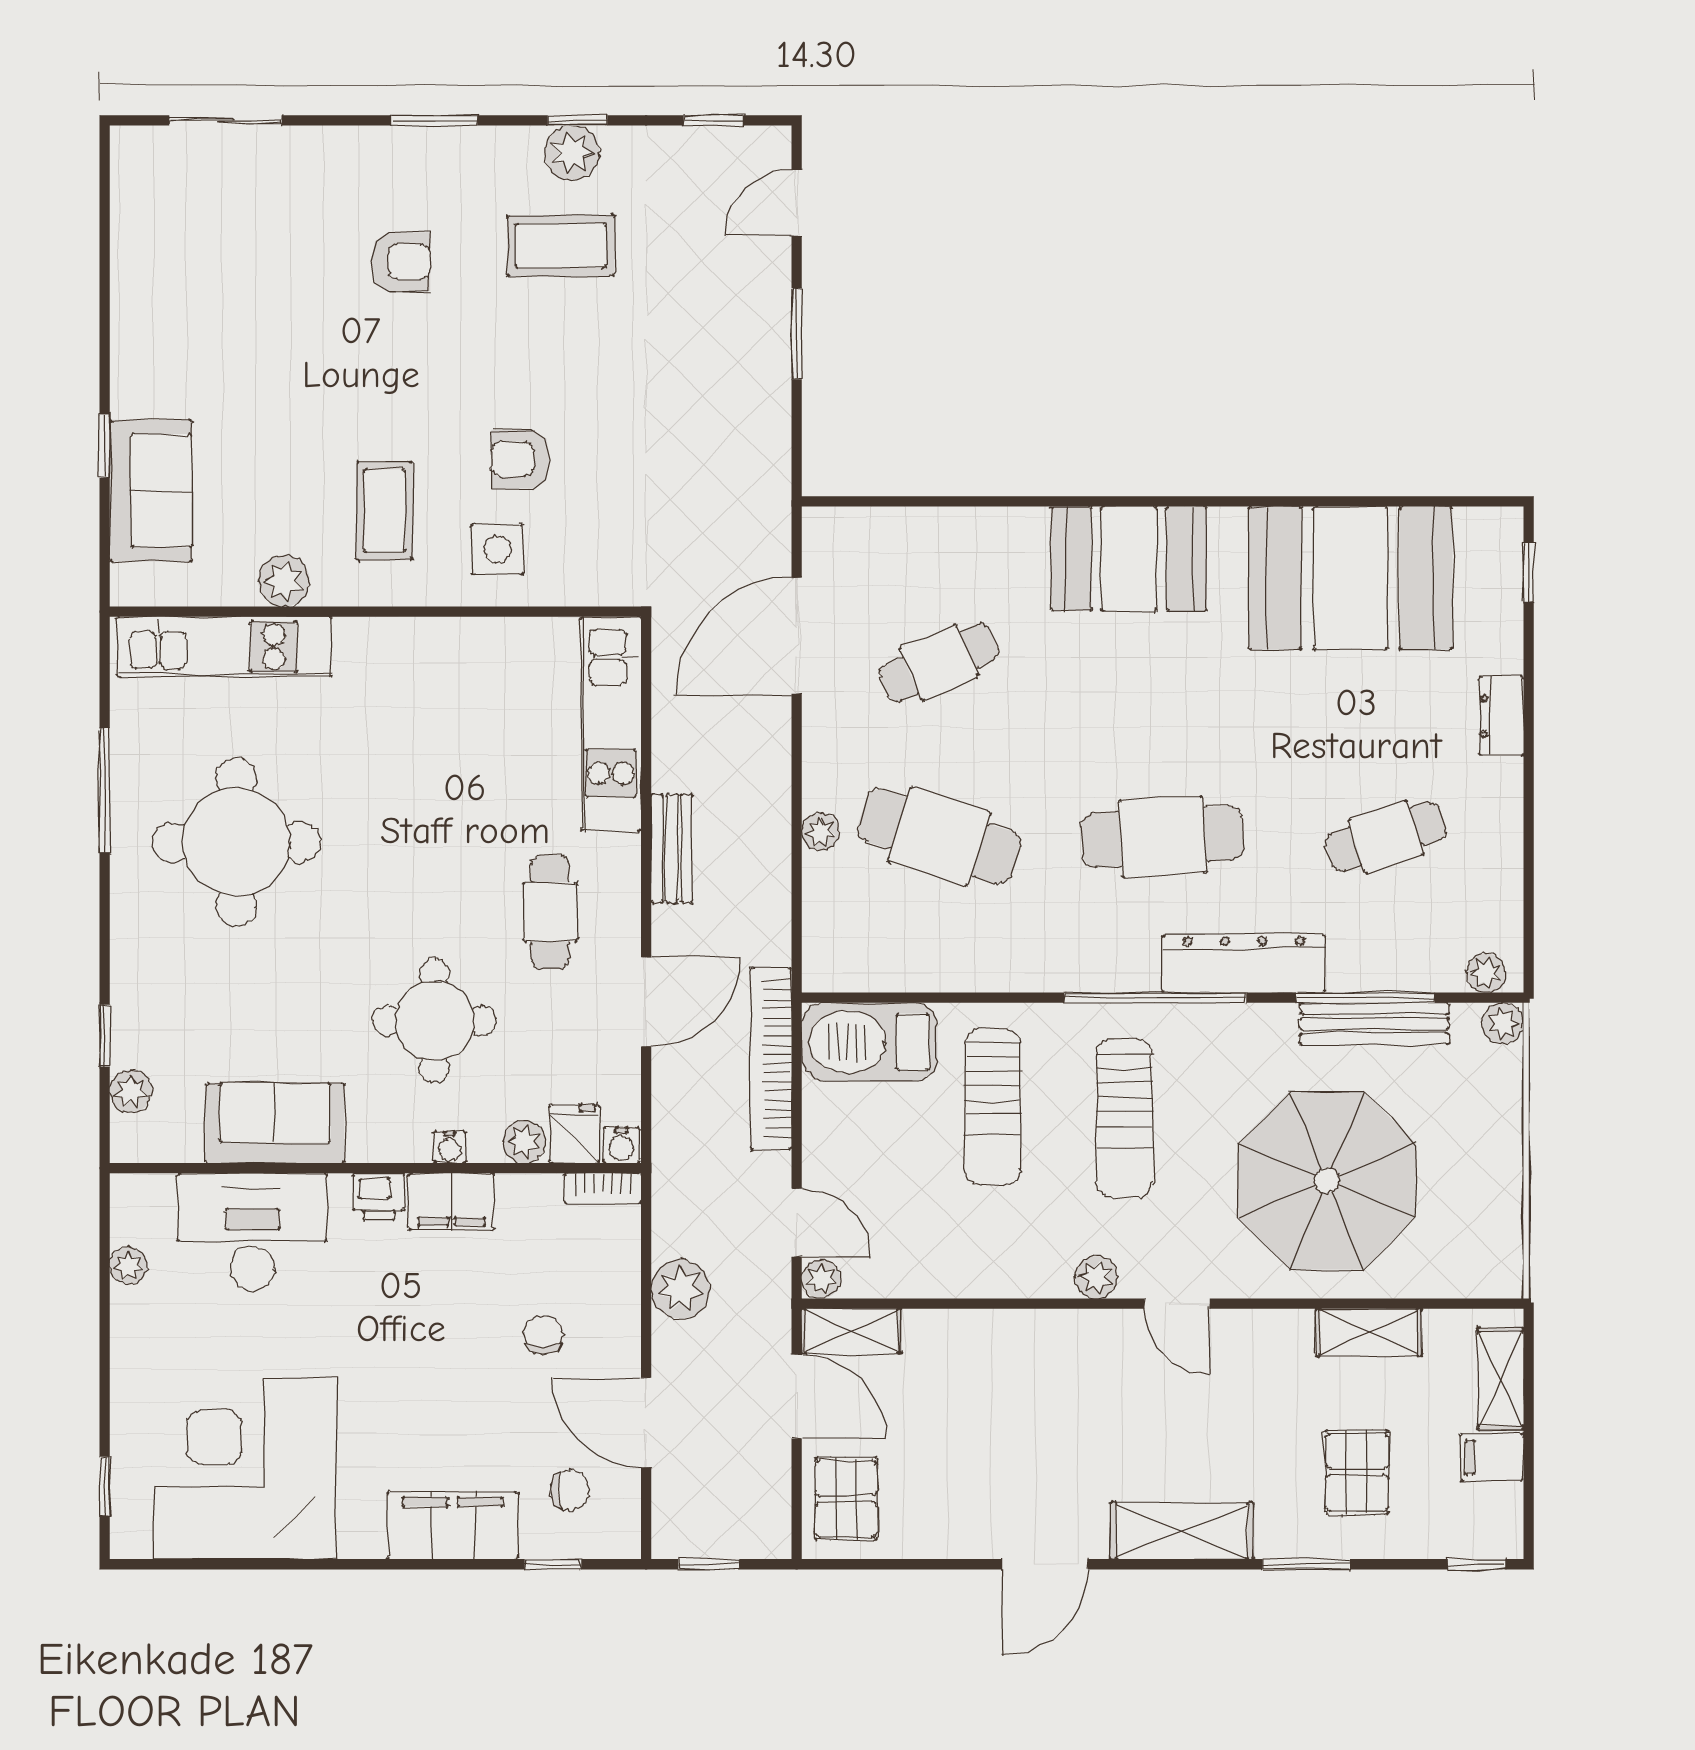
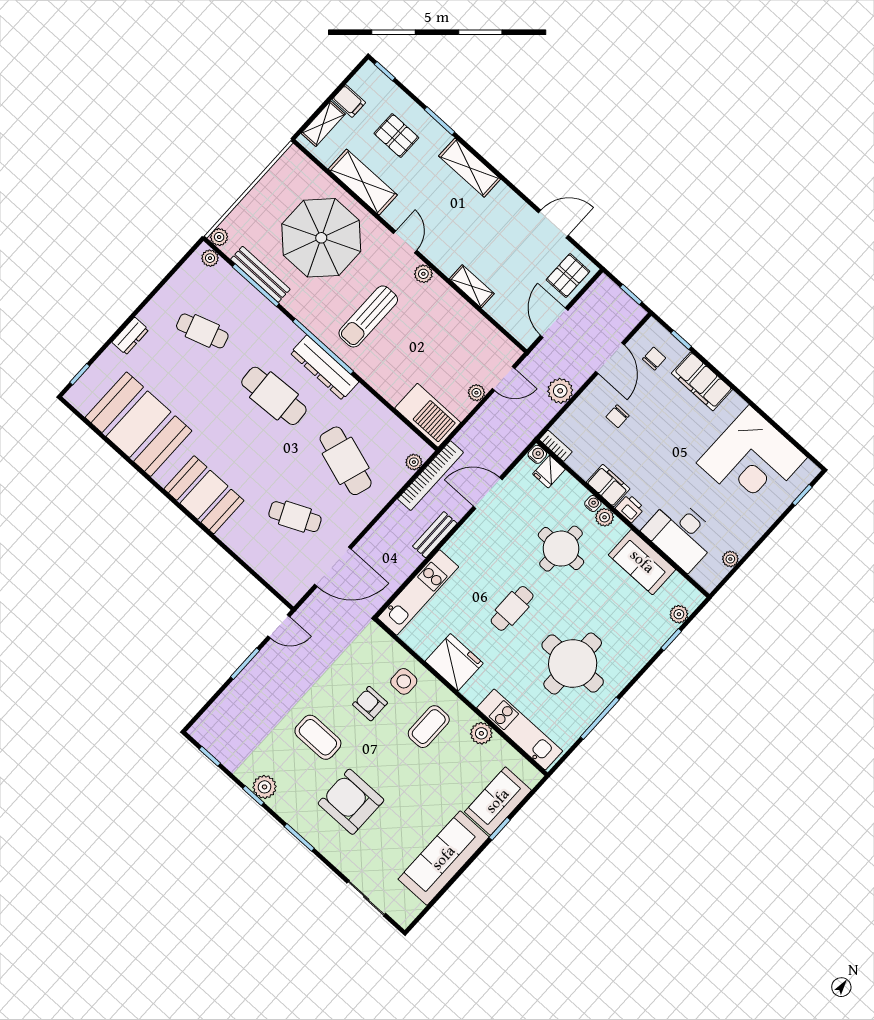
door: (797, 203) -> (279, 626), moved
coffee table: (561, 246) -> (318, 737), moved
armchair: (401, 262) -> (351, 802), width x1.88, depth x1.88
sofa: (155, 309) -> (444, 858), added
armchair: (521, 459) -> (370, 704), turned 180
fridge: (441, 660) -> (454, 662), added
plant: (820, 832) -> (414, 462), moved
cafe table: (550, 912) -> (512, 608), moved
dresser: (1244, 964) -> (325, 367), moved
bookcase: (771, 1059) -> (430, 476), moved
sun lounger: (993, 1107) -> (407, 359), removed
sun lounger: (1124, 1119) -> (368, 316), turned 180
plant: (524, 1142) -> (605, 517), moved
door: (797, 1223) -> (504, 379), swing flipped
plant: (821, 1279) -> (476, 393), moved
shelving: (852, 1331) -> (472, 286), moved
shelving: (1369, 1332) -> (363, 182), width x1.50, depth x1.33
pallet: (1357, 1472) -> (396, 136), turned 90
chair: (570, 1490) -> (654, 359), turned 90
door: (1045, 1564) -> (553, 224), moved

